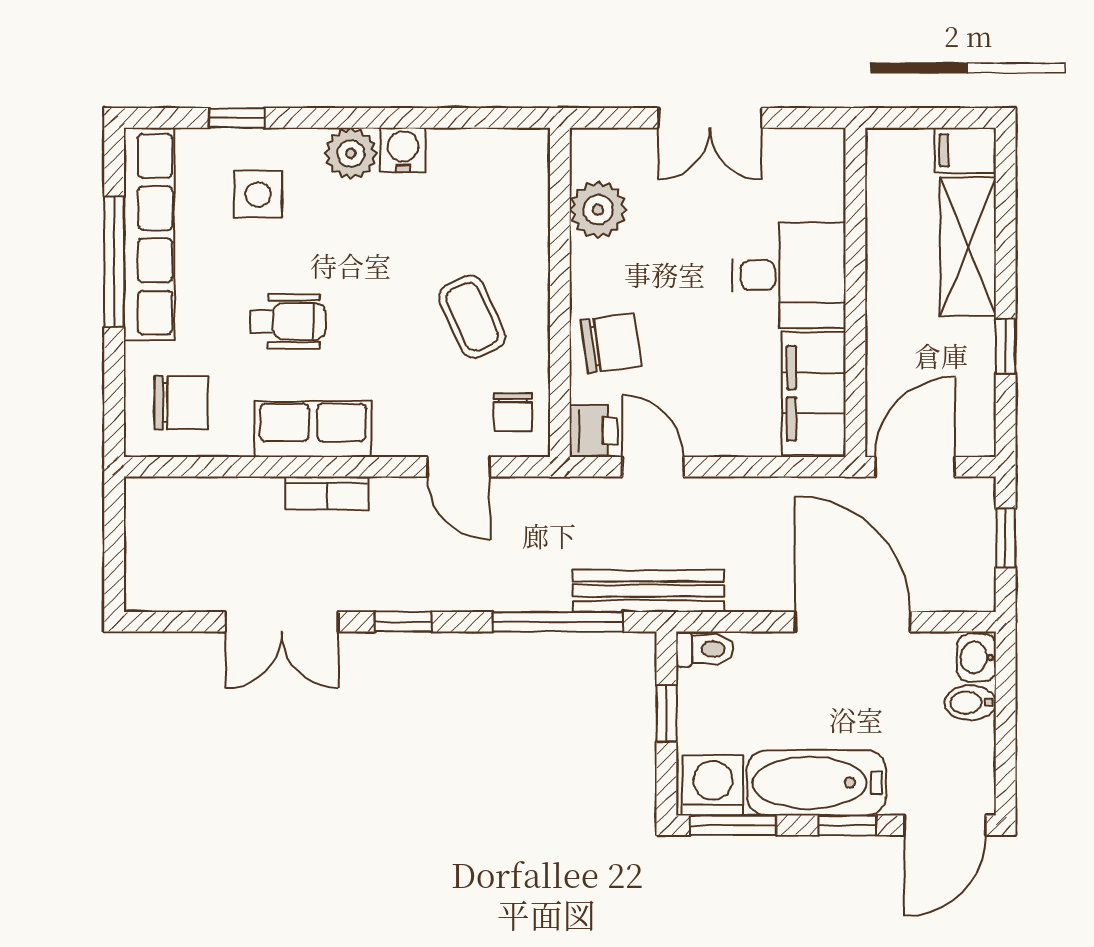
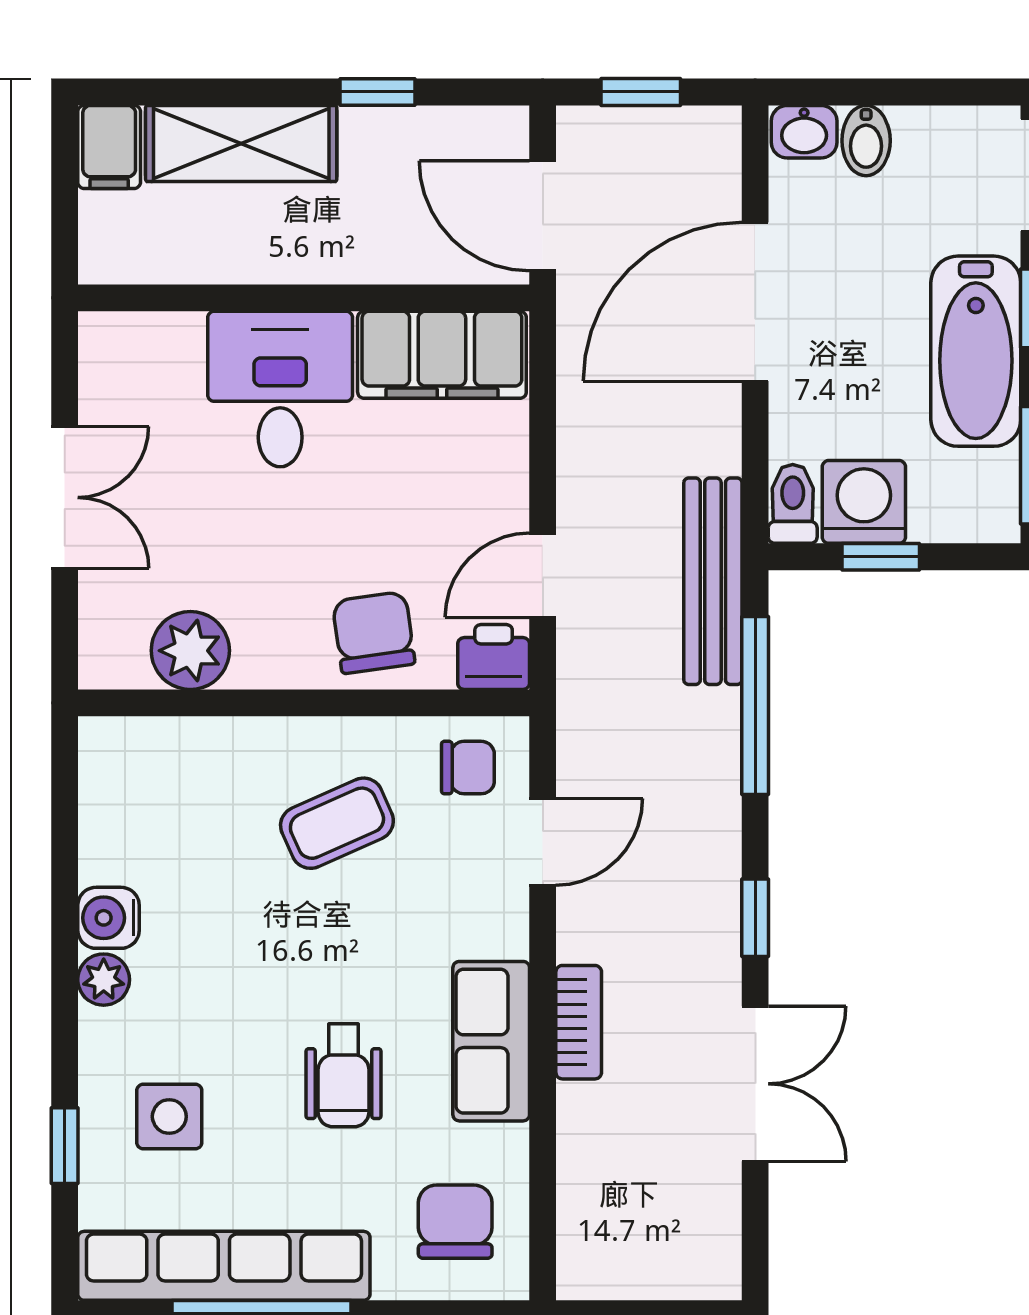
plant: (351, 153) -> (104, 980), width x0.73, depth x0.73
wheelchair: (288, 321) -> (344, 1075), turned 180
washing machine: (713, 785) -> (864, 502), moved, turned 90

